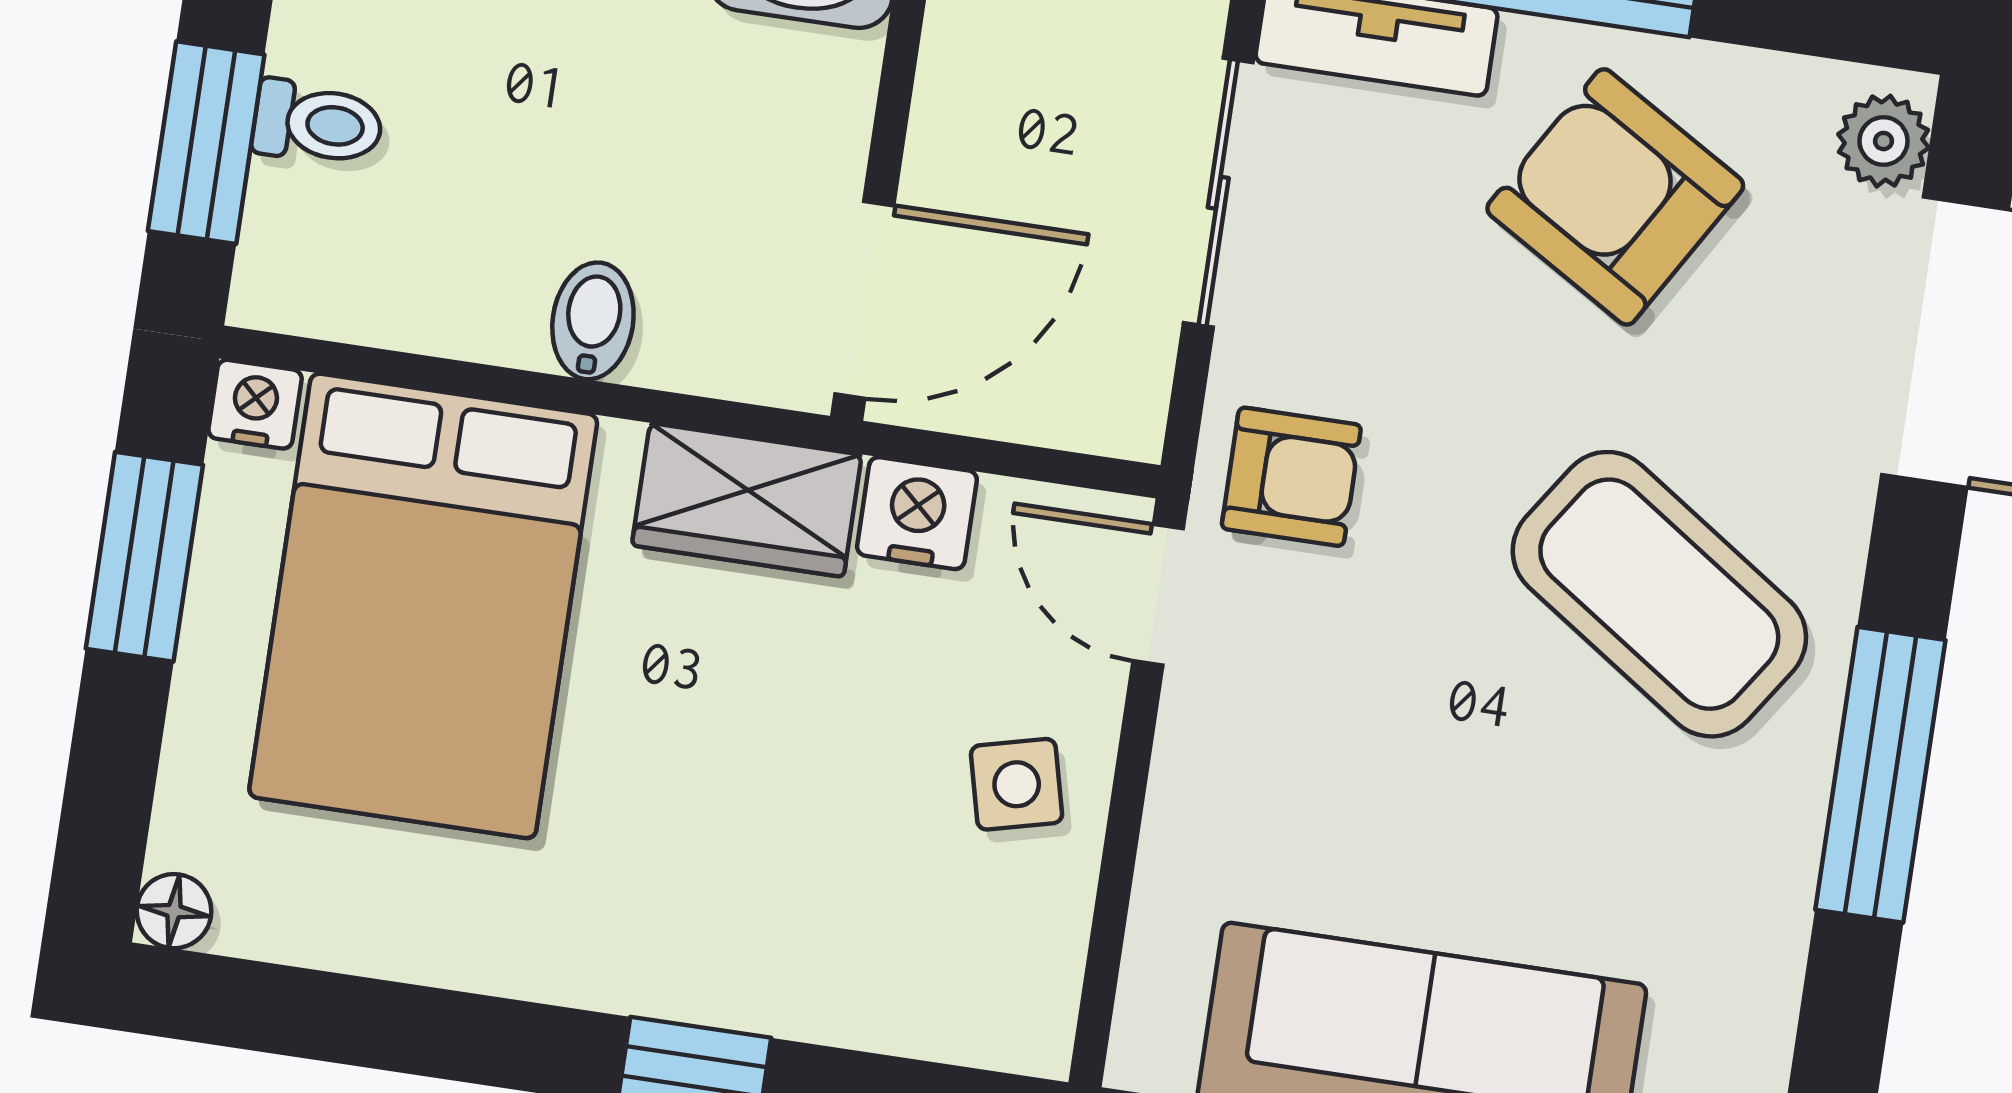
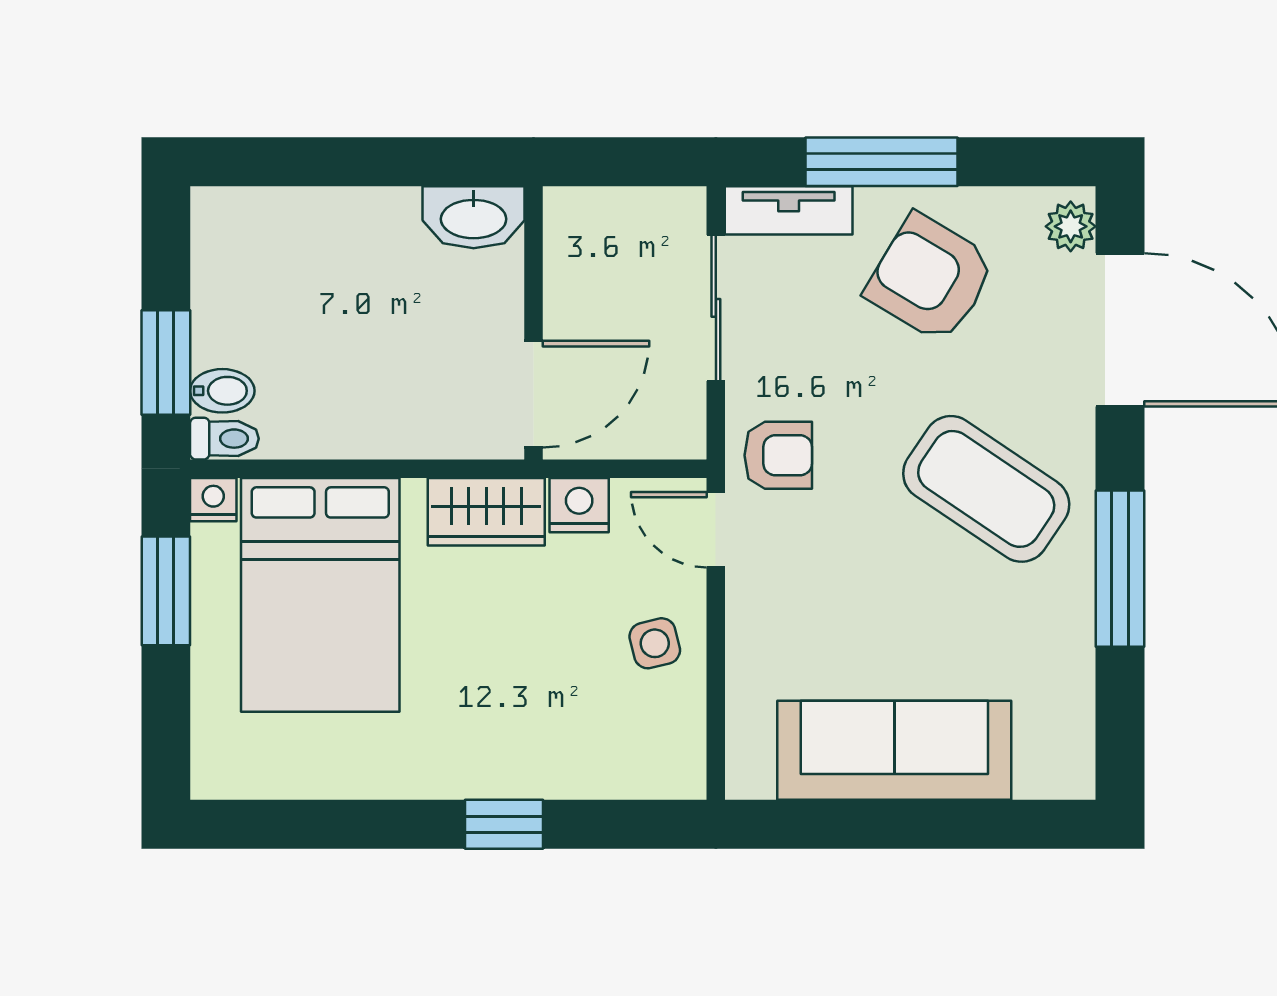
toilet: (318, 123) -> (224, 439), moved
bidet: (593, 321) -> (222, 391), moved, turned 90
floor lamp: (174, 911) -> (210, 780), removed

